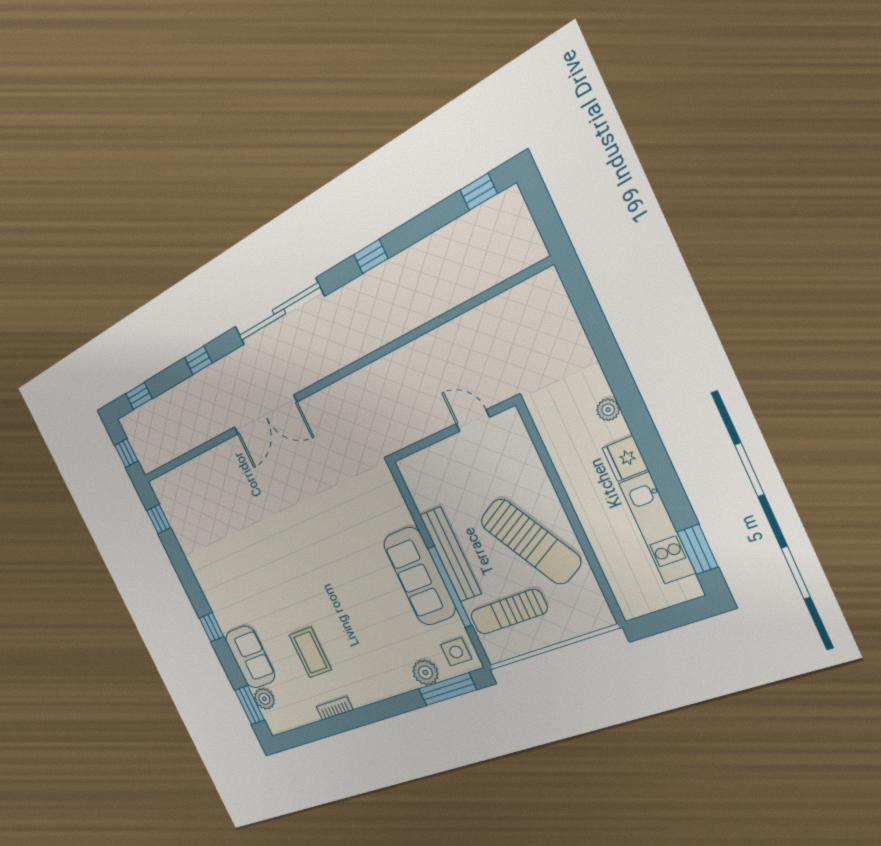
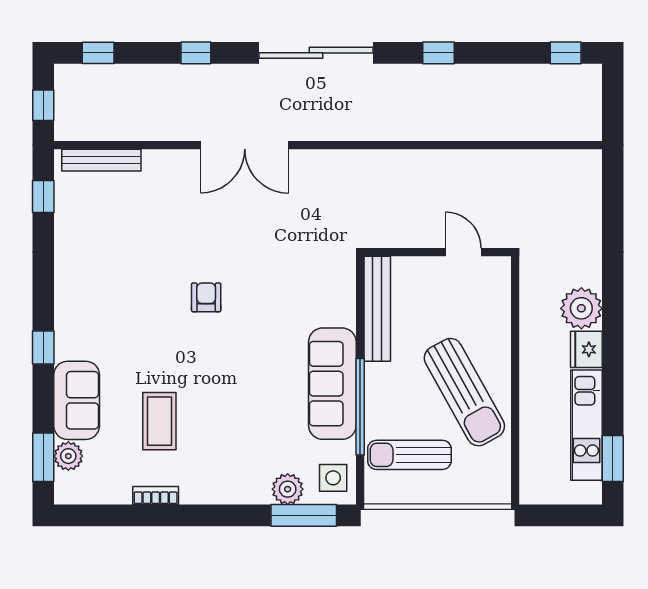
plant: (608, 410) -> (581, 308), width x1.87, depth x1.87
bench: (180, 475) -> (101, 160), added
armchair: (296, 546) -> (206, 297), added
bench: (451, 554) -> (377, 309), moved

